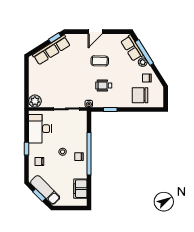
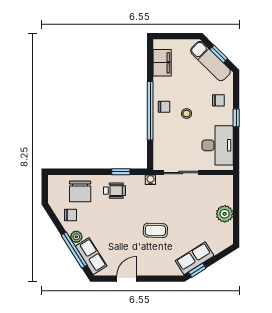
door: (95, 32) -> (126, 279), moved
row of seats: (51, 50) -> (195, 258), width x0.68
coffee table: (100, 61) -> (155, 230), moved
wheelchair: (104, 85) -> (115, 191), moved
chair: (140, 95) -> (80, 191), turned 90
plant: (35, 101) -> (225, 214), moved

